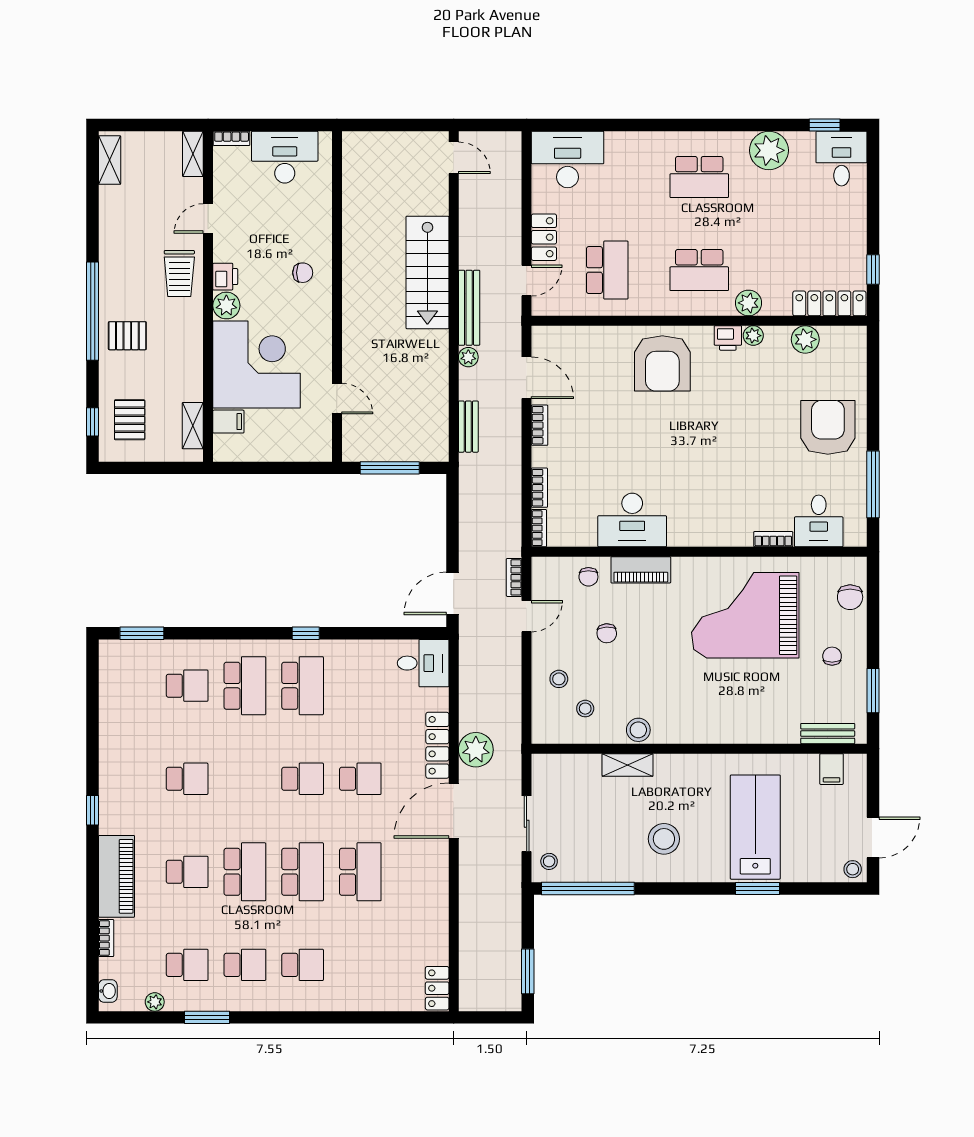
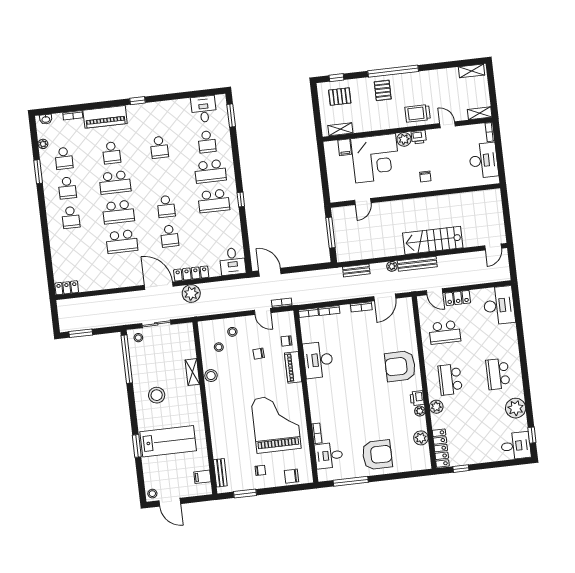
desk: (124, 684) -> (204, 109), added

